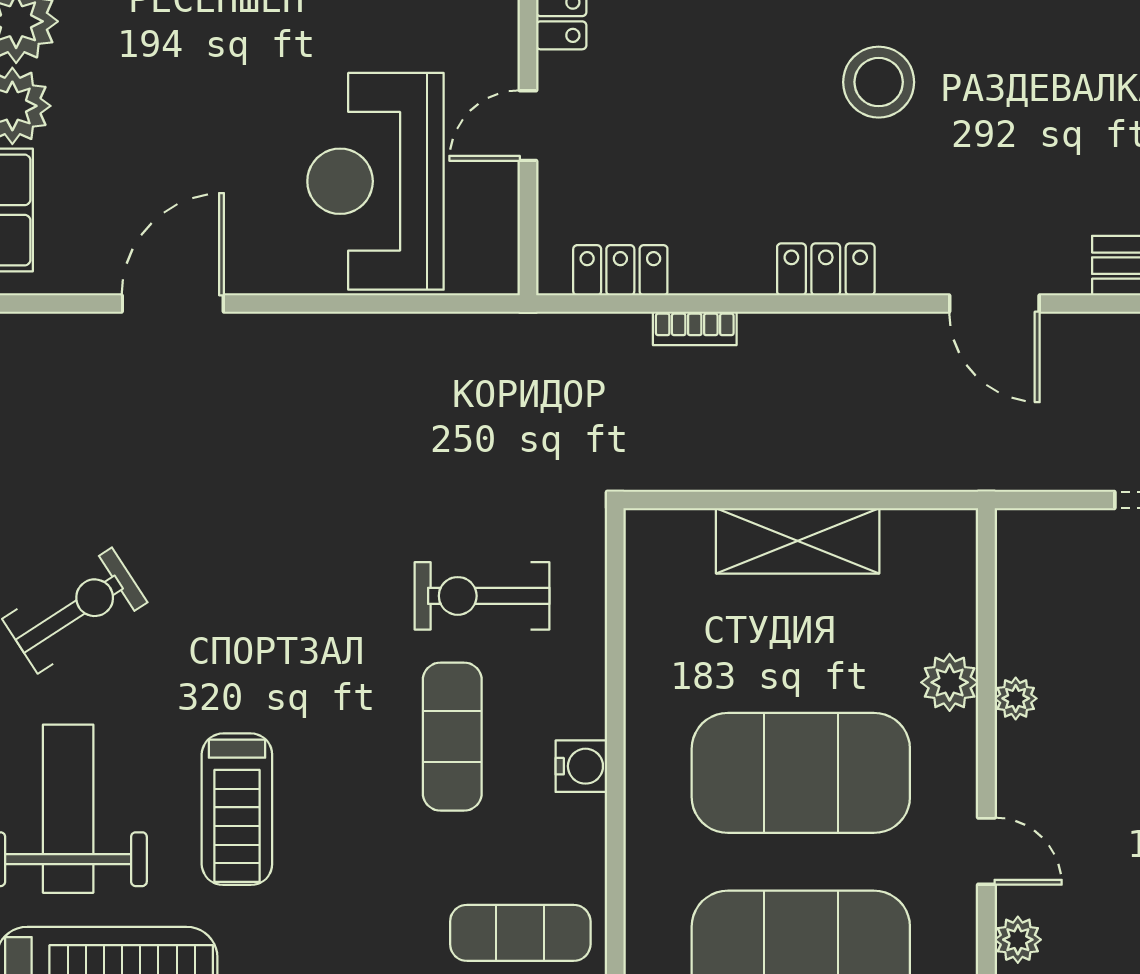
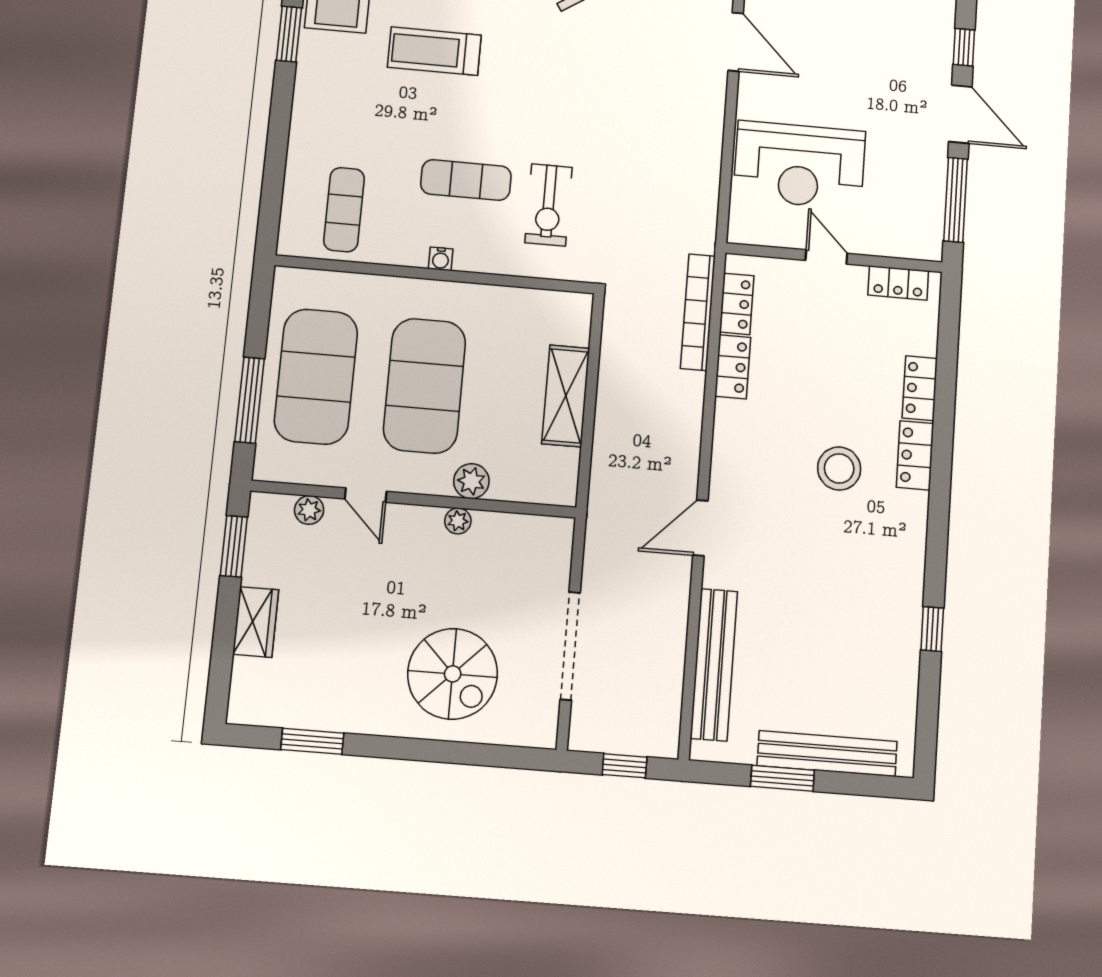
reception desk: (376, 181) -> (799, 165), turned 180
locker: (826, 269) -> (733, 367), moved
bookcase: (695, 328) -> (698, 312), width x2.31, depth x1.31
exercise bike: (482, 596) -> (549, 205), turned 180
water cooler: (581, 766) -> (441, 259), width x0.72, depth x0.72
door: (986, 851) -> (366, 495), hinge flipped

